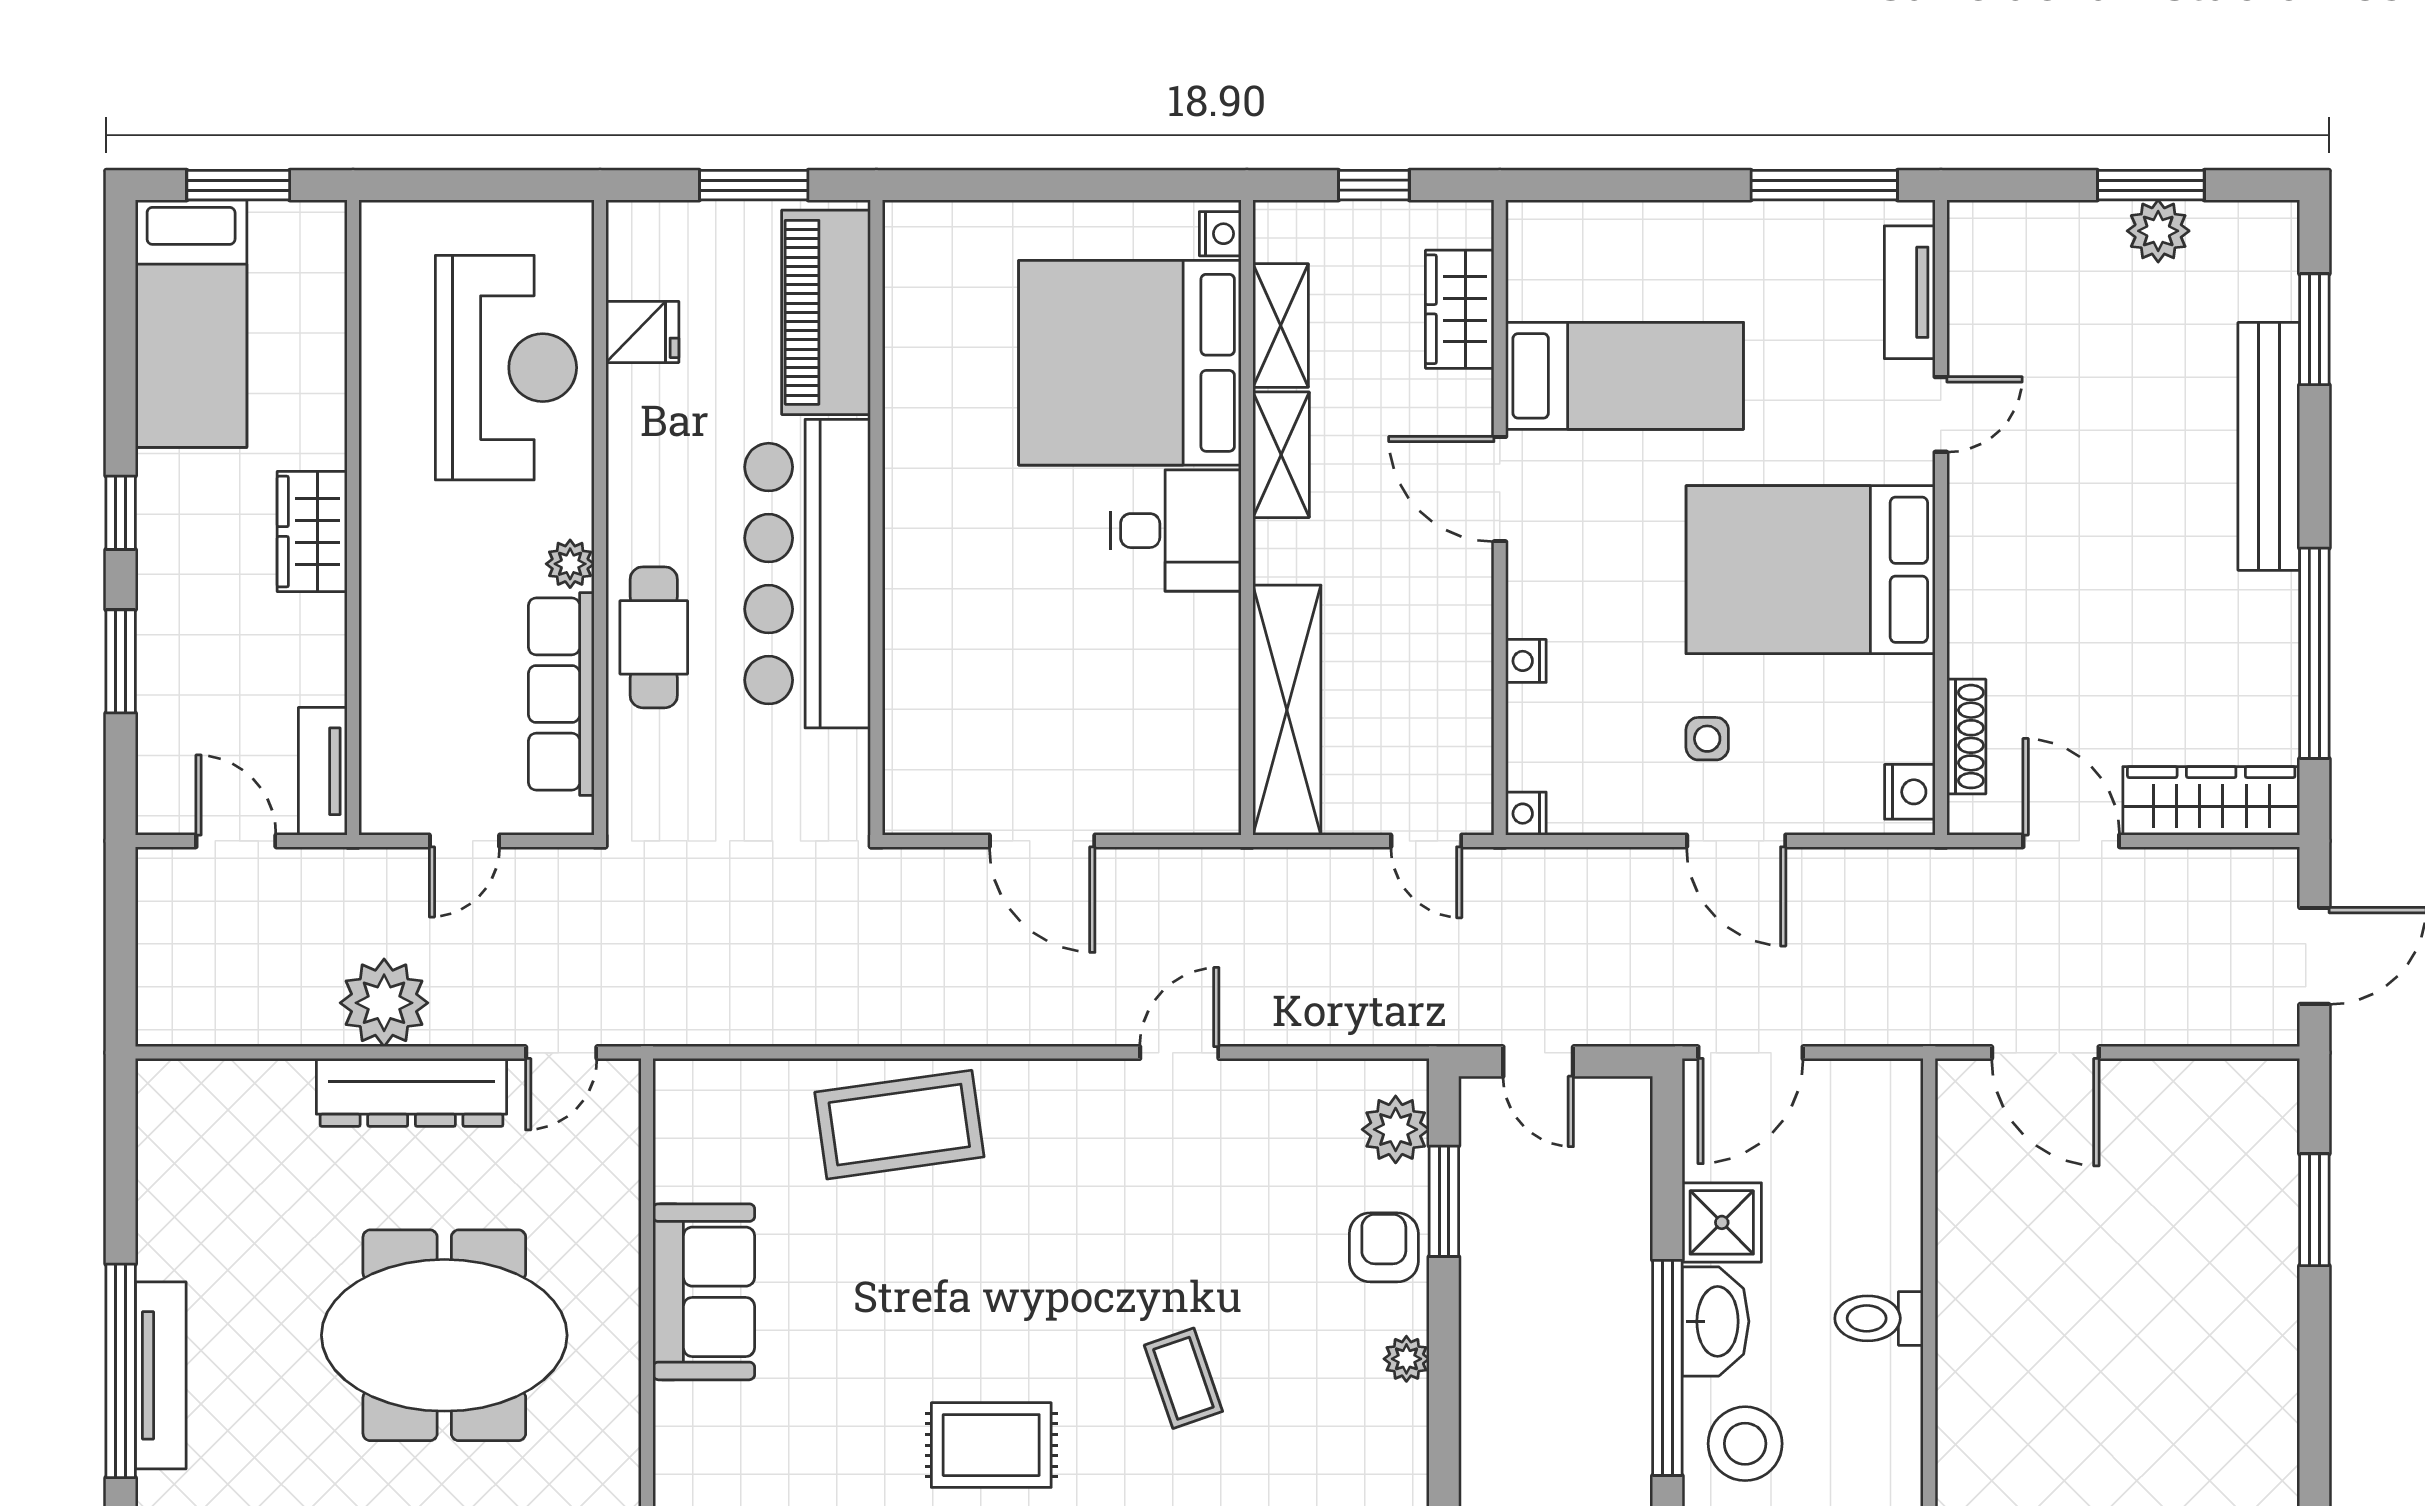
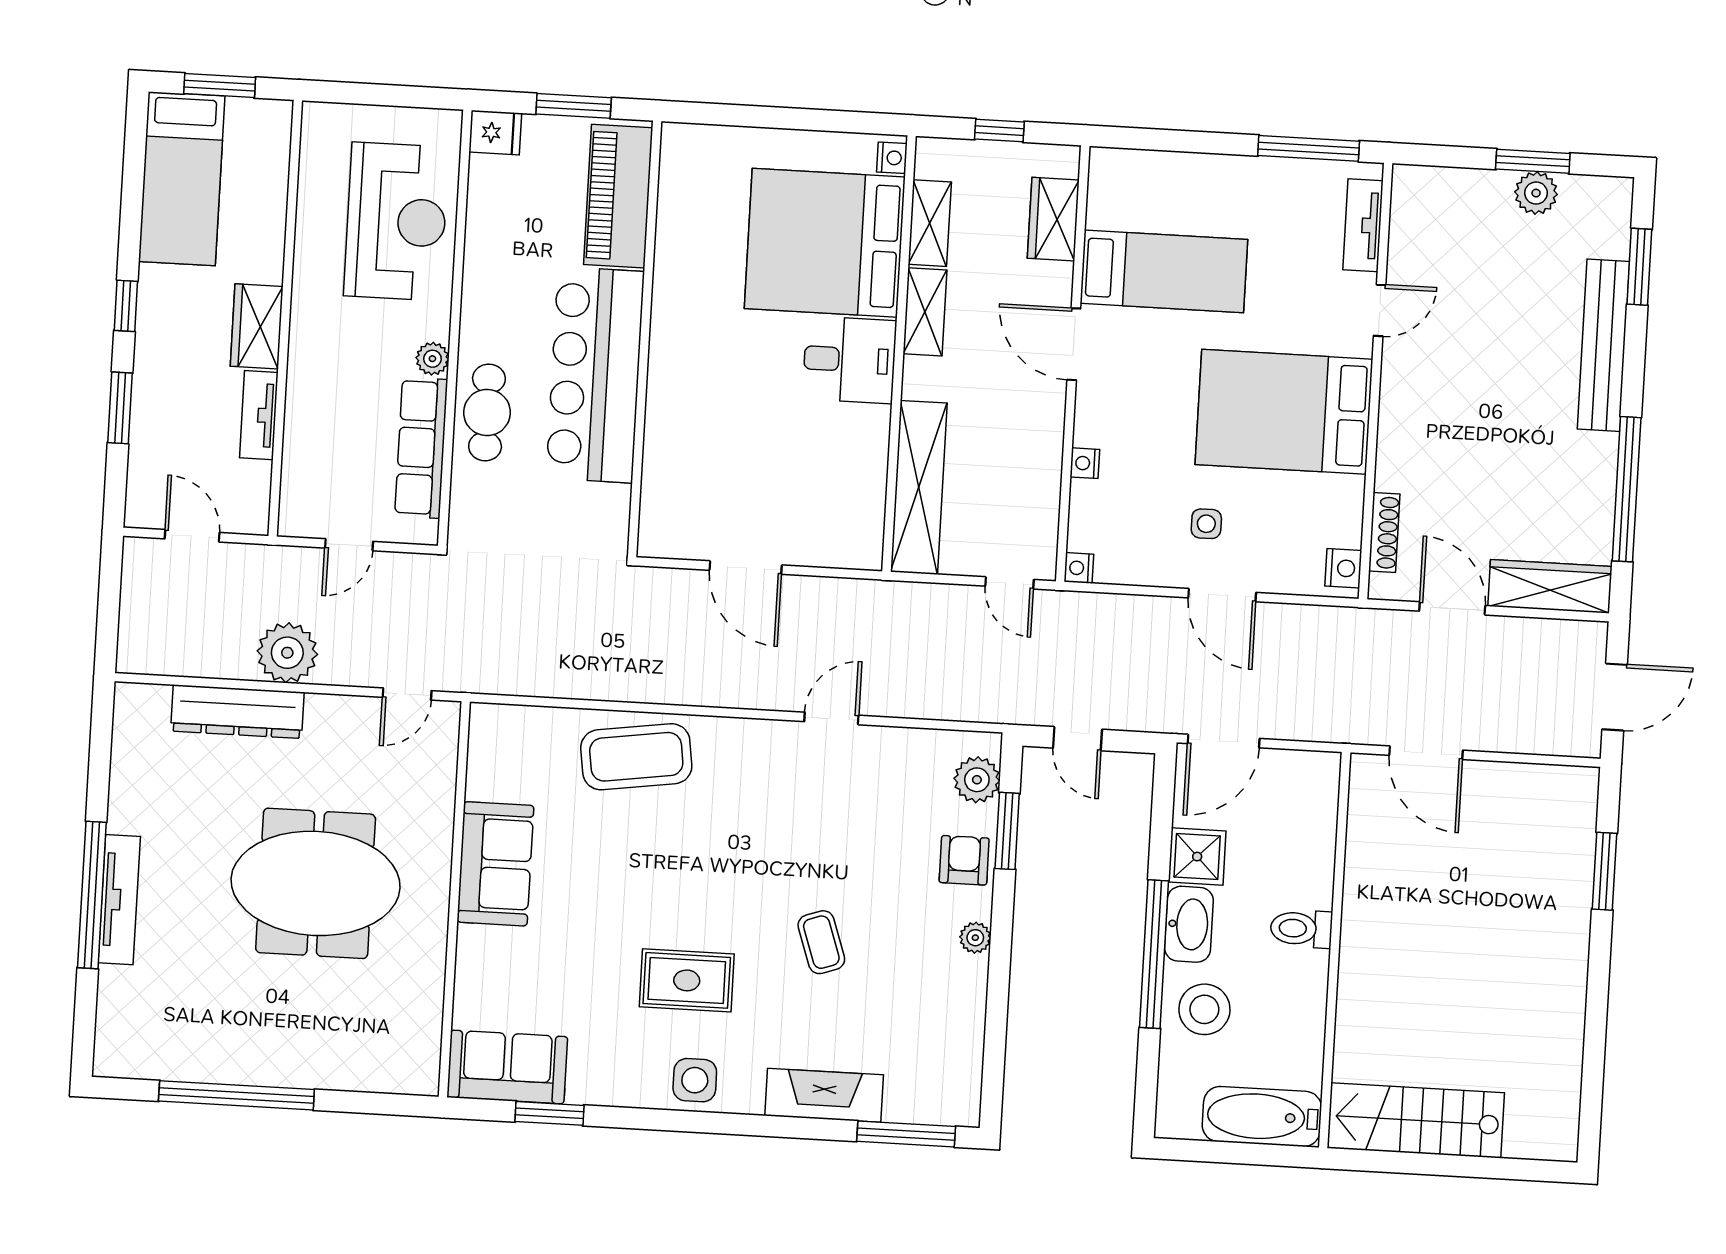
fridge: (642, 332) -> (495, 133), moved
tv unit: (323, 771) -> (259, 415), moved
dresser: (412, 1092) -> (237, 712), moved

